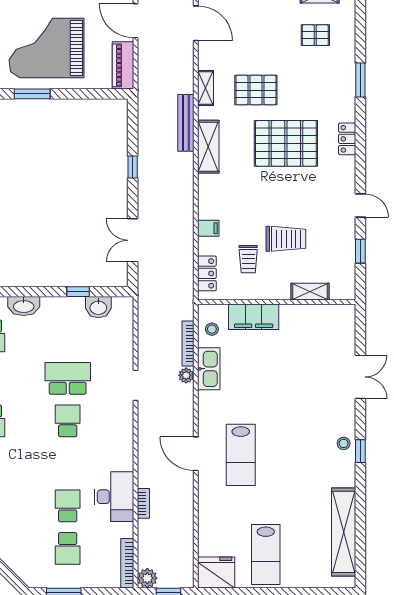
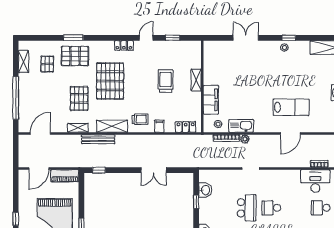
pallet: (329, 83) -> (75, 56), added
locker: (347, 139) -> (124, 45), moved
window: (133, 167) -> (99, 170), moved
double door: (133, 240) -> (154, 170), moved
trolley: (248, 259) -> (140, 119), moved
shelving: (310, 292) -> (196, 80), moved
school desk: (68, 378) -> (247, 208), turned 180

